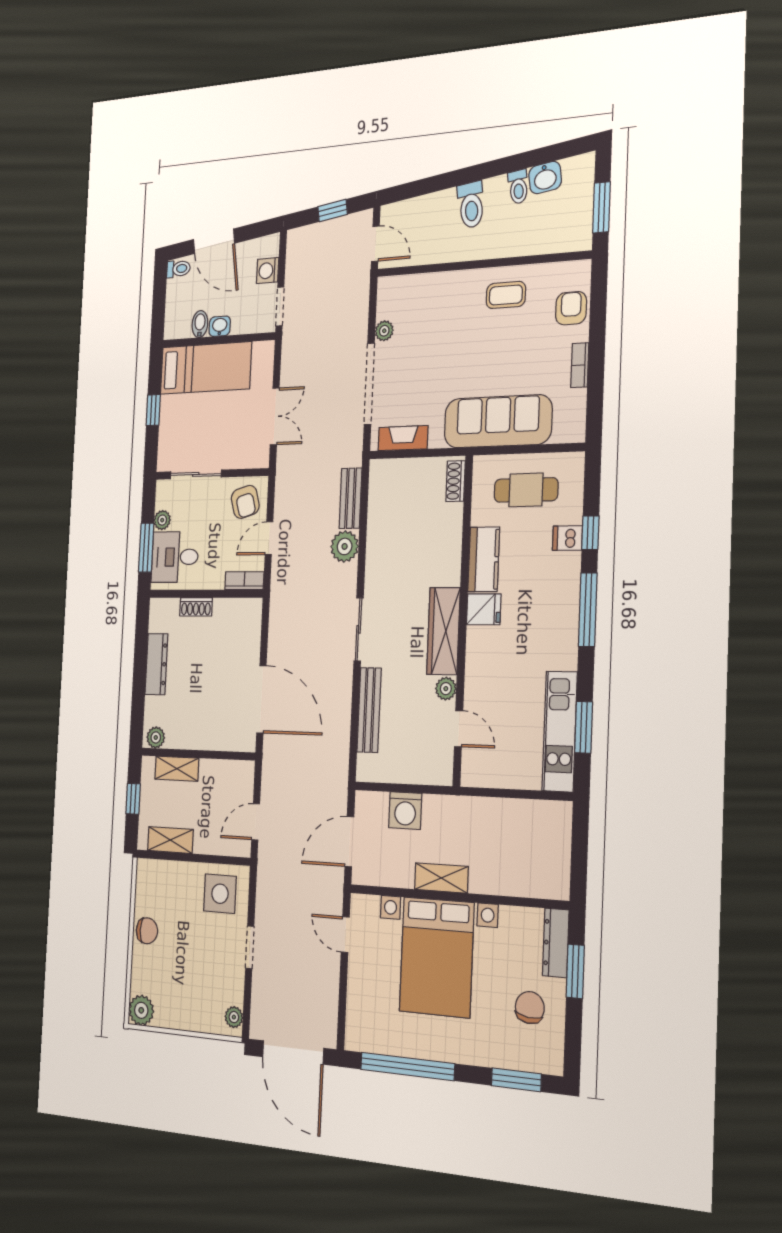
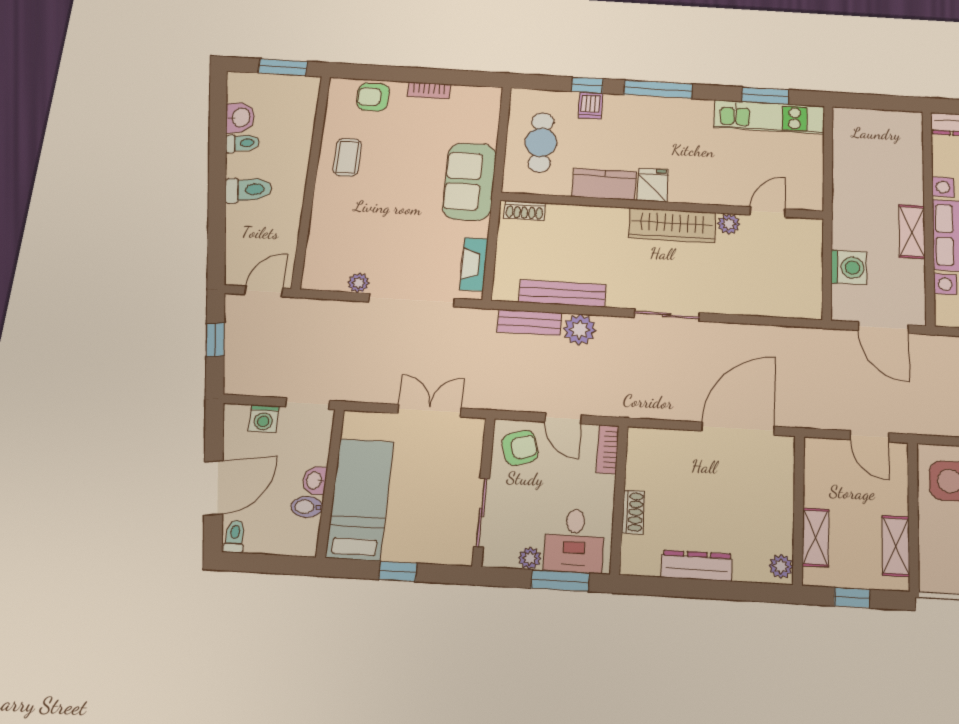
sofa: (498, 421) -> (469, 181), width x0.73
bench: (369, 710) -> (562, 293), moved

